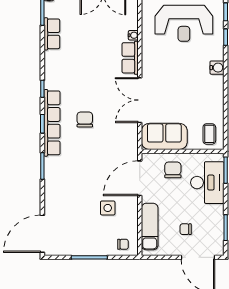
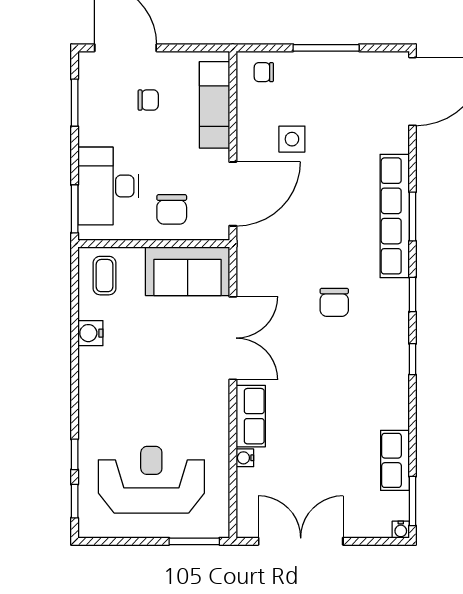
water cooler: (217, 68) -> (90, 333), moved
row of seats: (52, 123) -> (395, 216), moved

